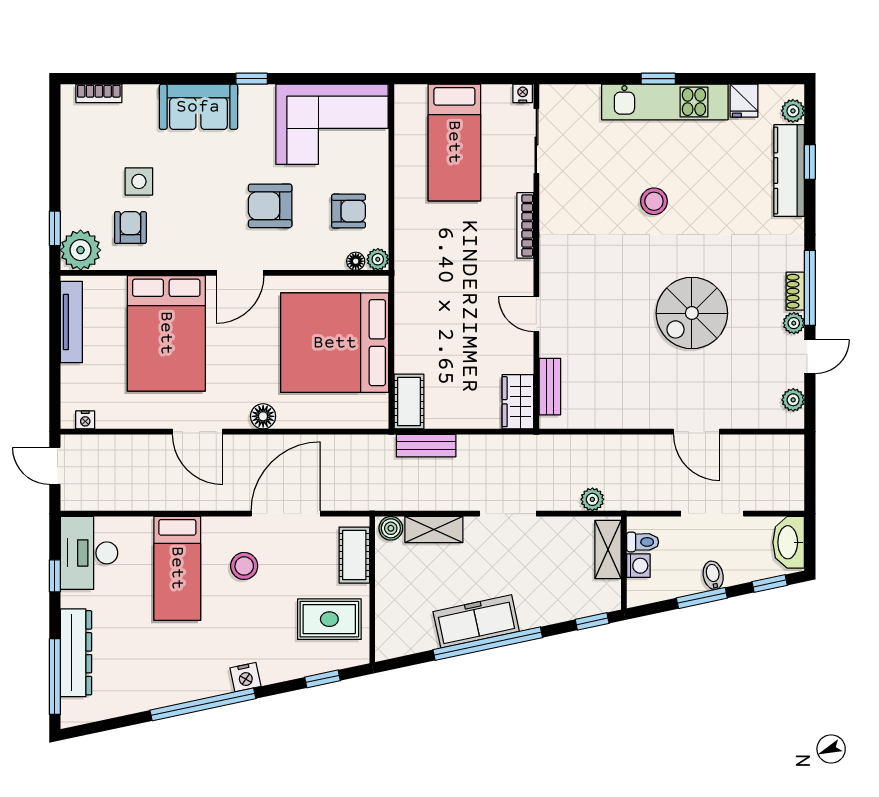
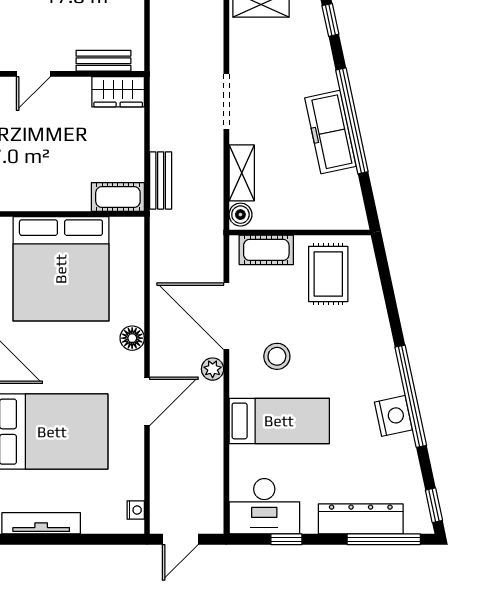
plant: (592, 499) -> (213, 369), moved
nightstand: (245, 677) -> (393, 416), moved, width x1.36, depth x1.33
window: (323, 679) -> (434, 505), moved

